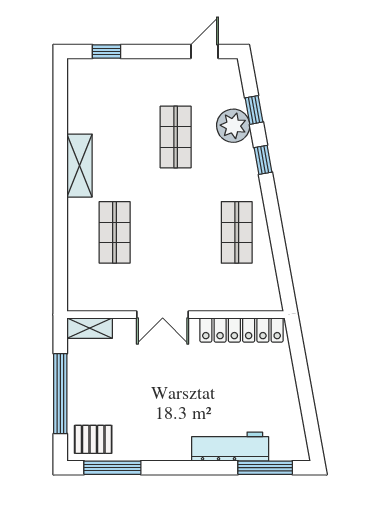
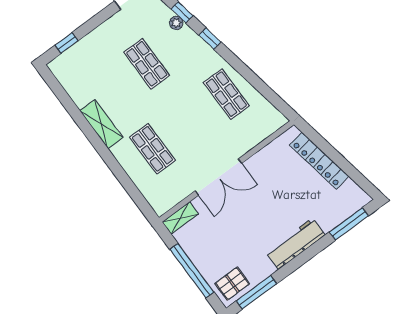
plant: (233, 126) -> (176, 23), width x0.53, depth x0.53
double door: (163, 315) -> (218, 177), width x1.37
locker: (241, 330) -> (319, 161), moved, turned 80
workbench: (230, 447) -> (295, 244), moved

